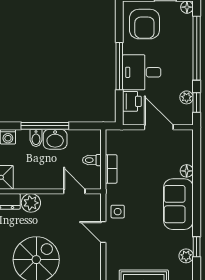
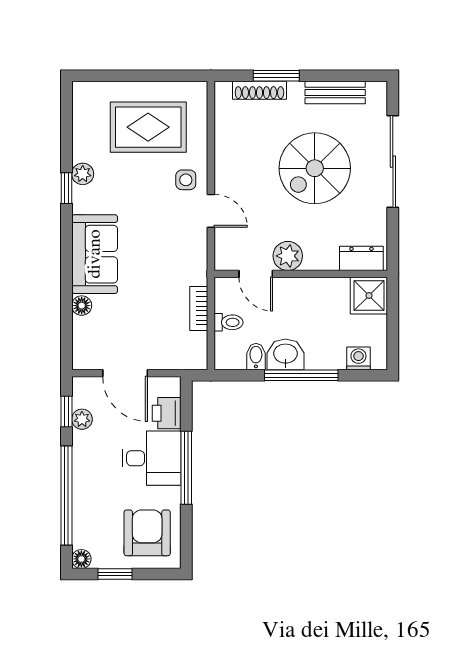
bidet: (36, 138) -> (256, 356), moved
plant: (31, 203) -> (288, 256), moved
side table: (118, 212) -> (186, 180), moved

